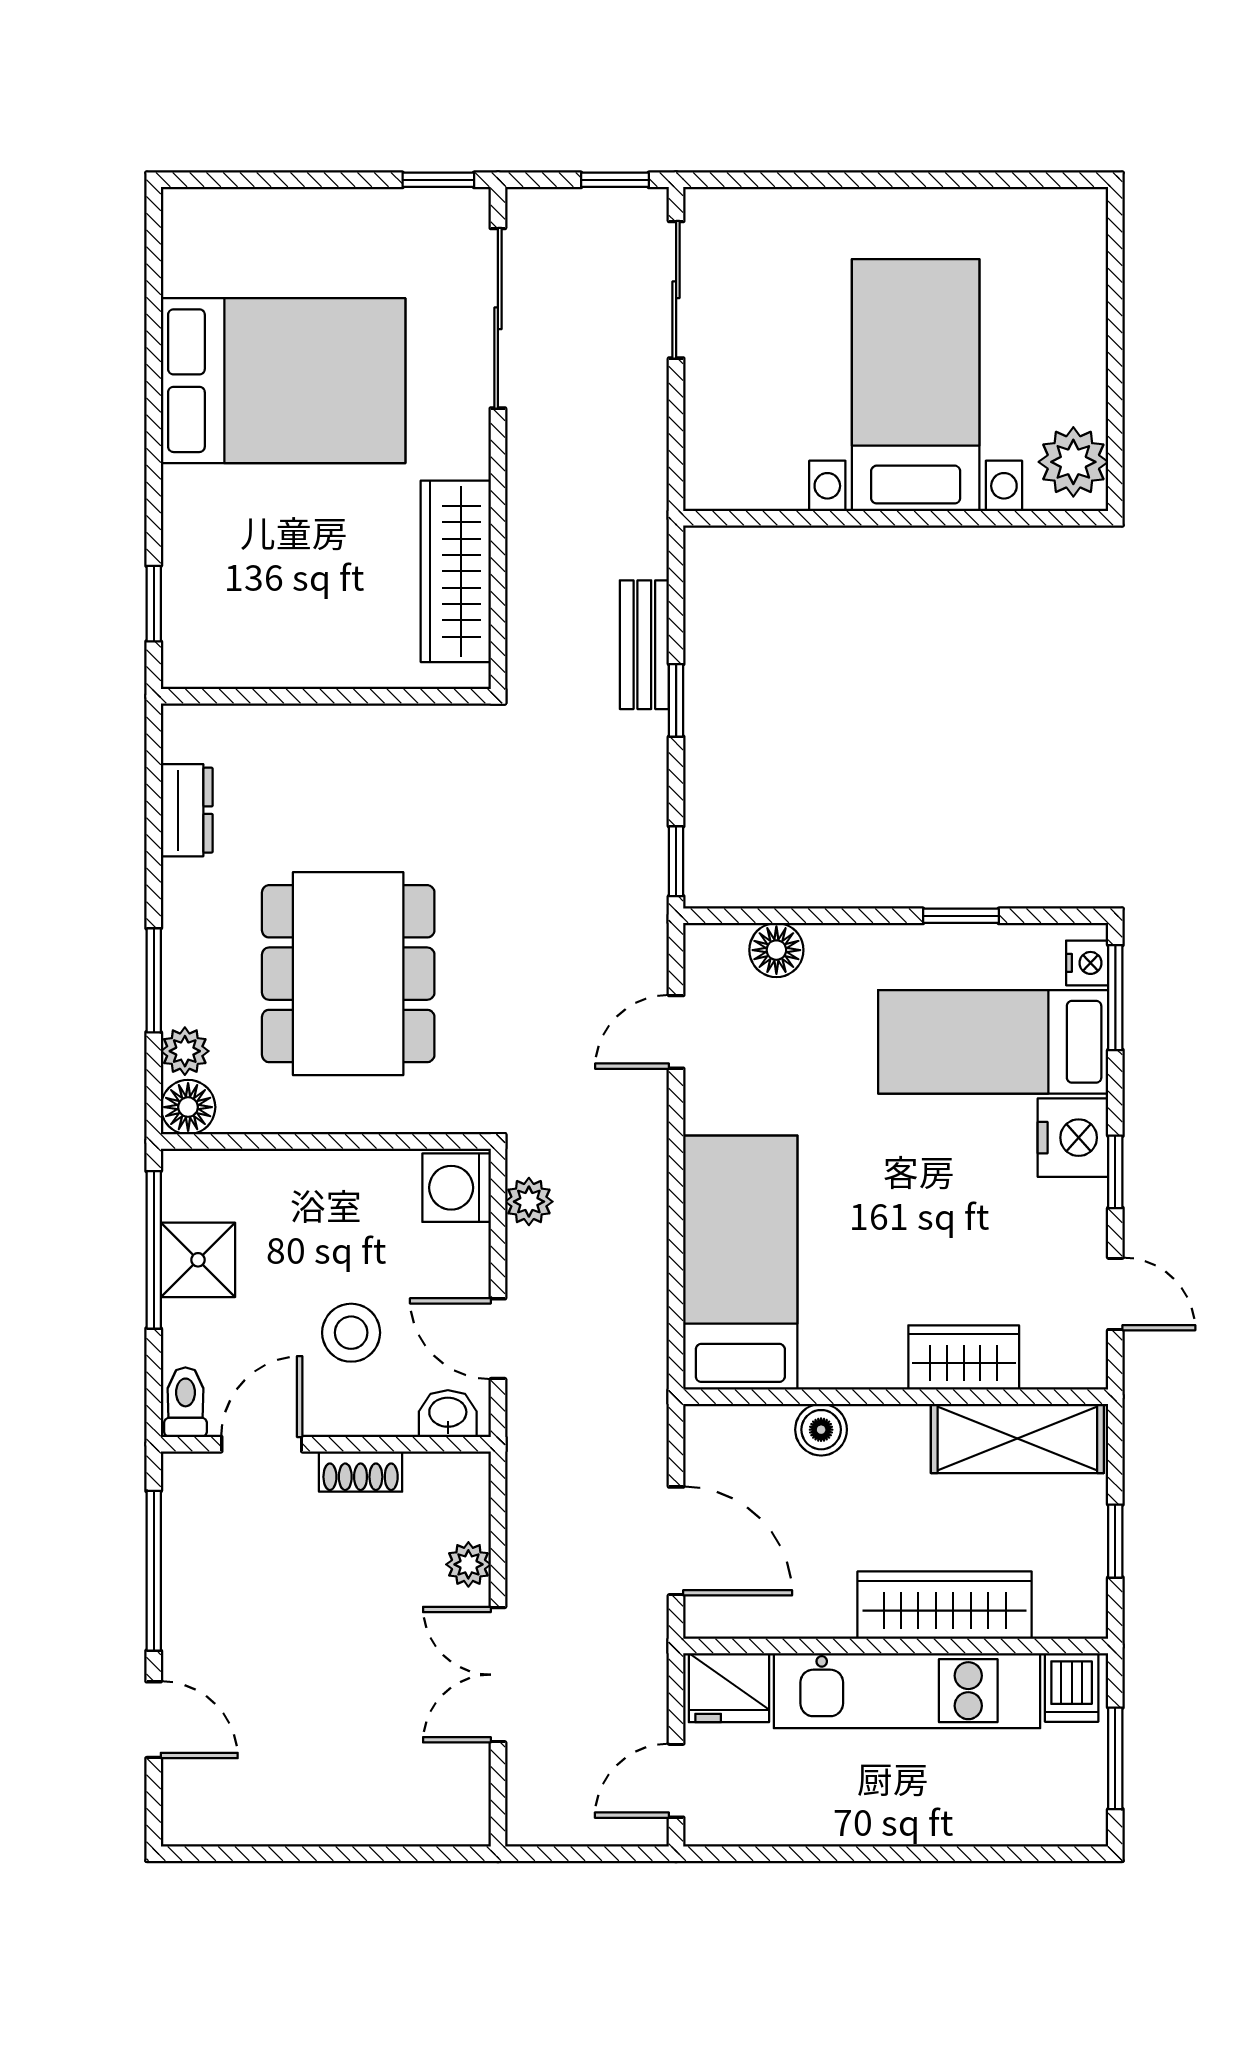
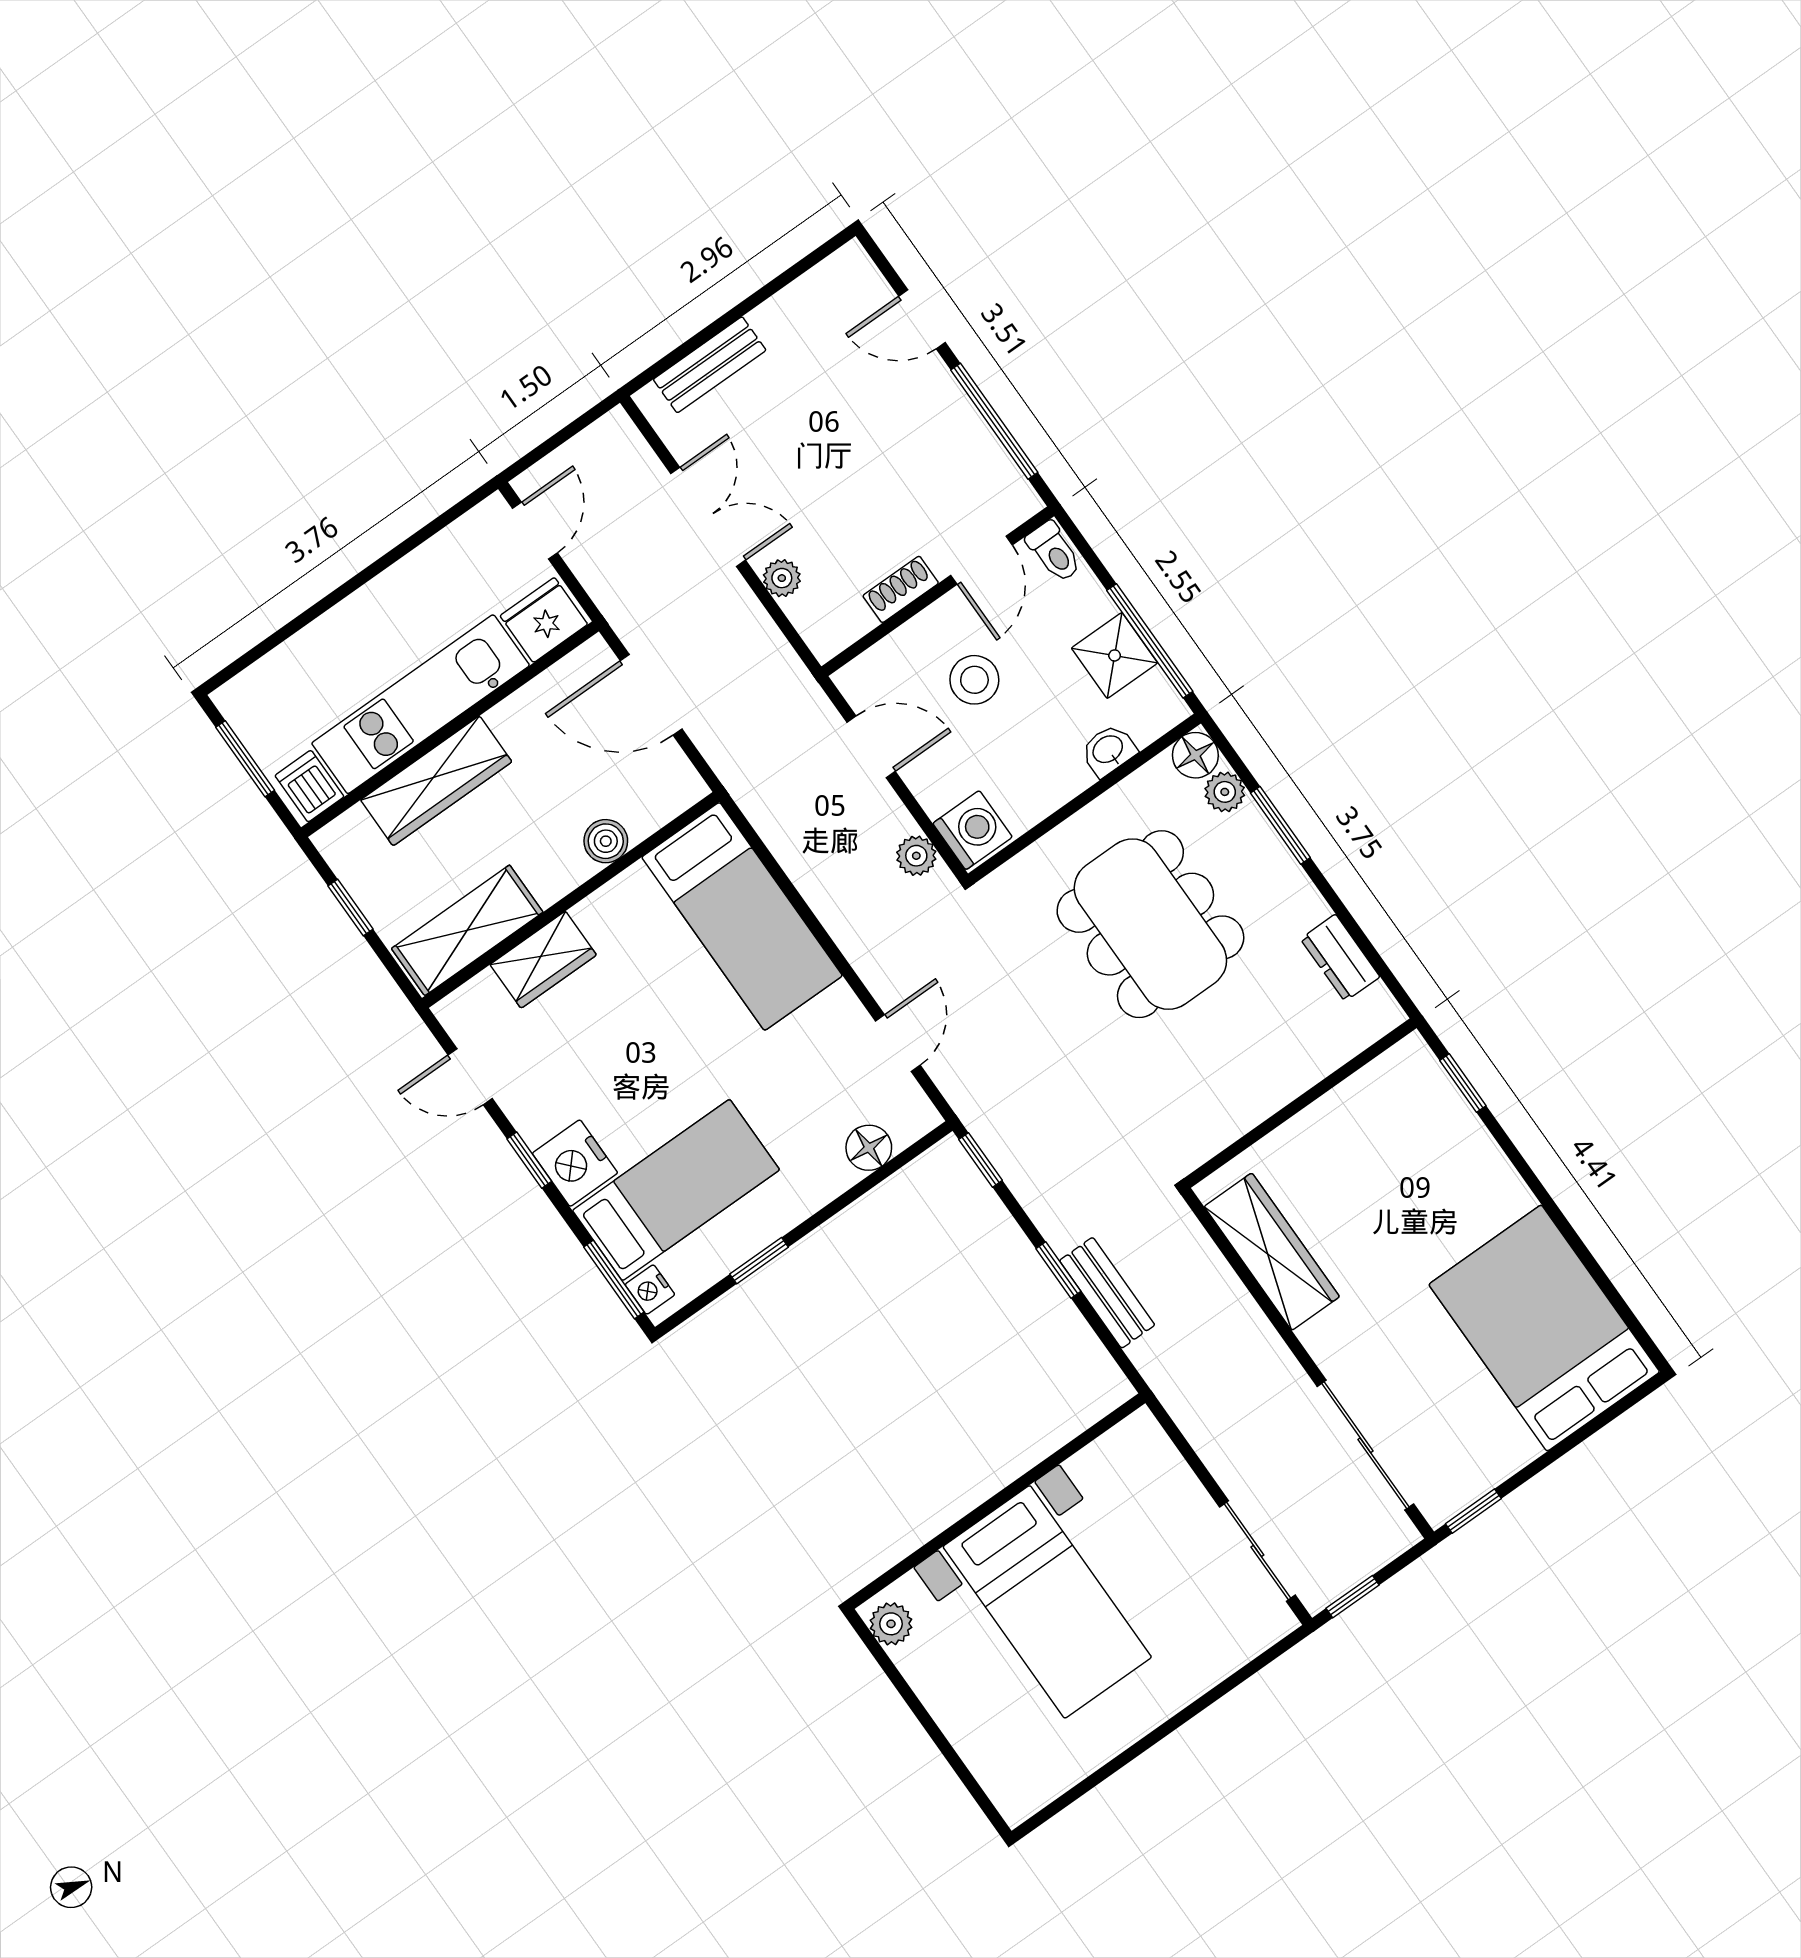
bed: (283, 381) -> (1544, 1328), moved, turned 90
plant: (1073, 462) -> (891, 1624), width x0.73, depth x0.73
washbasin: (448, 1414) -> (1108, 750), moved, turned 180
bench: (392, 1822) -> (710, 365), added

